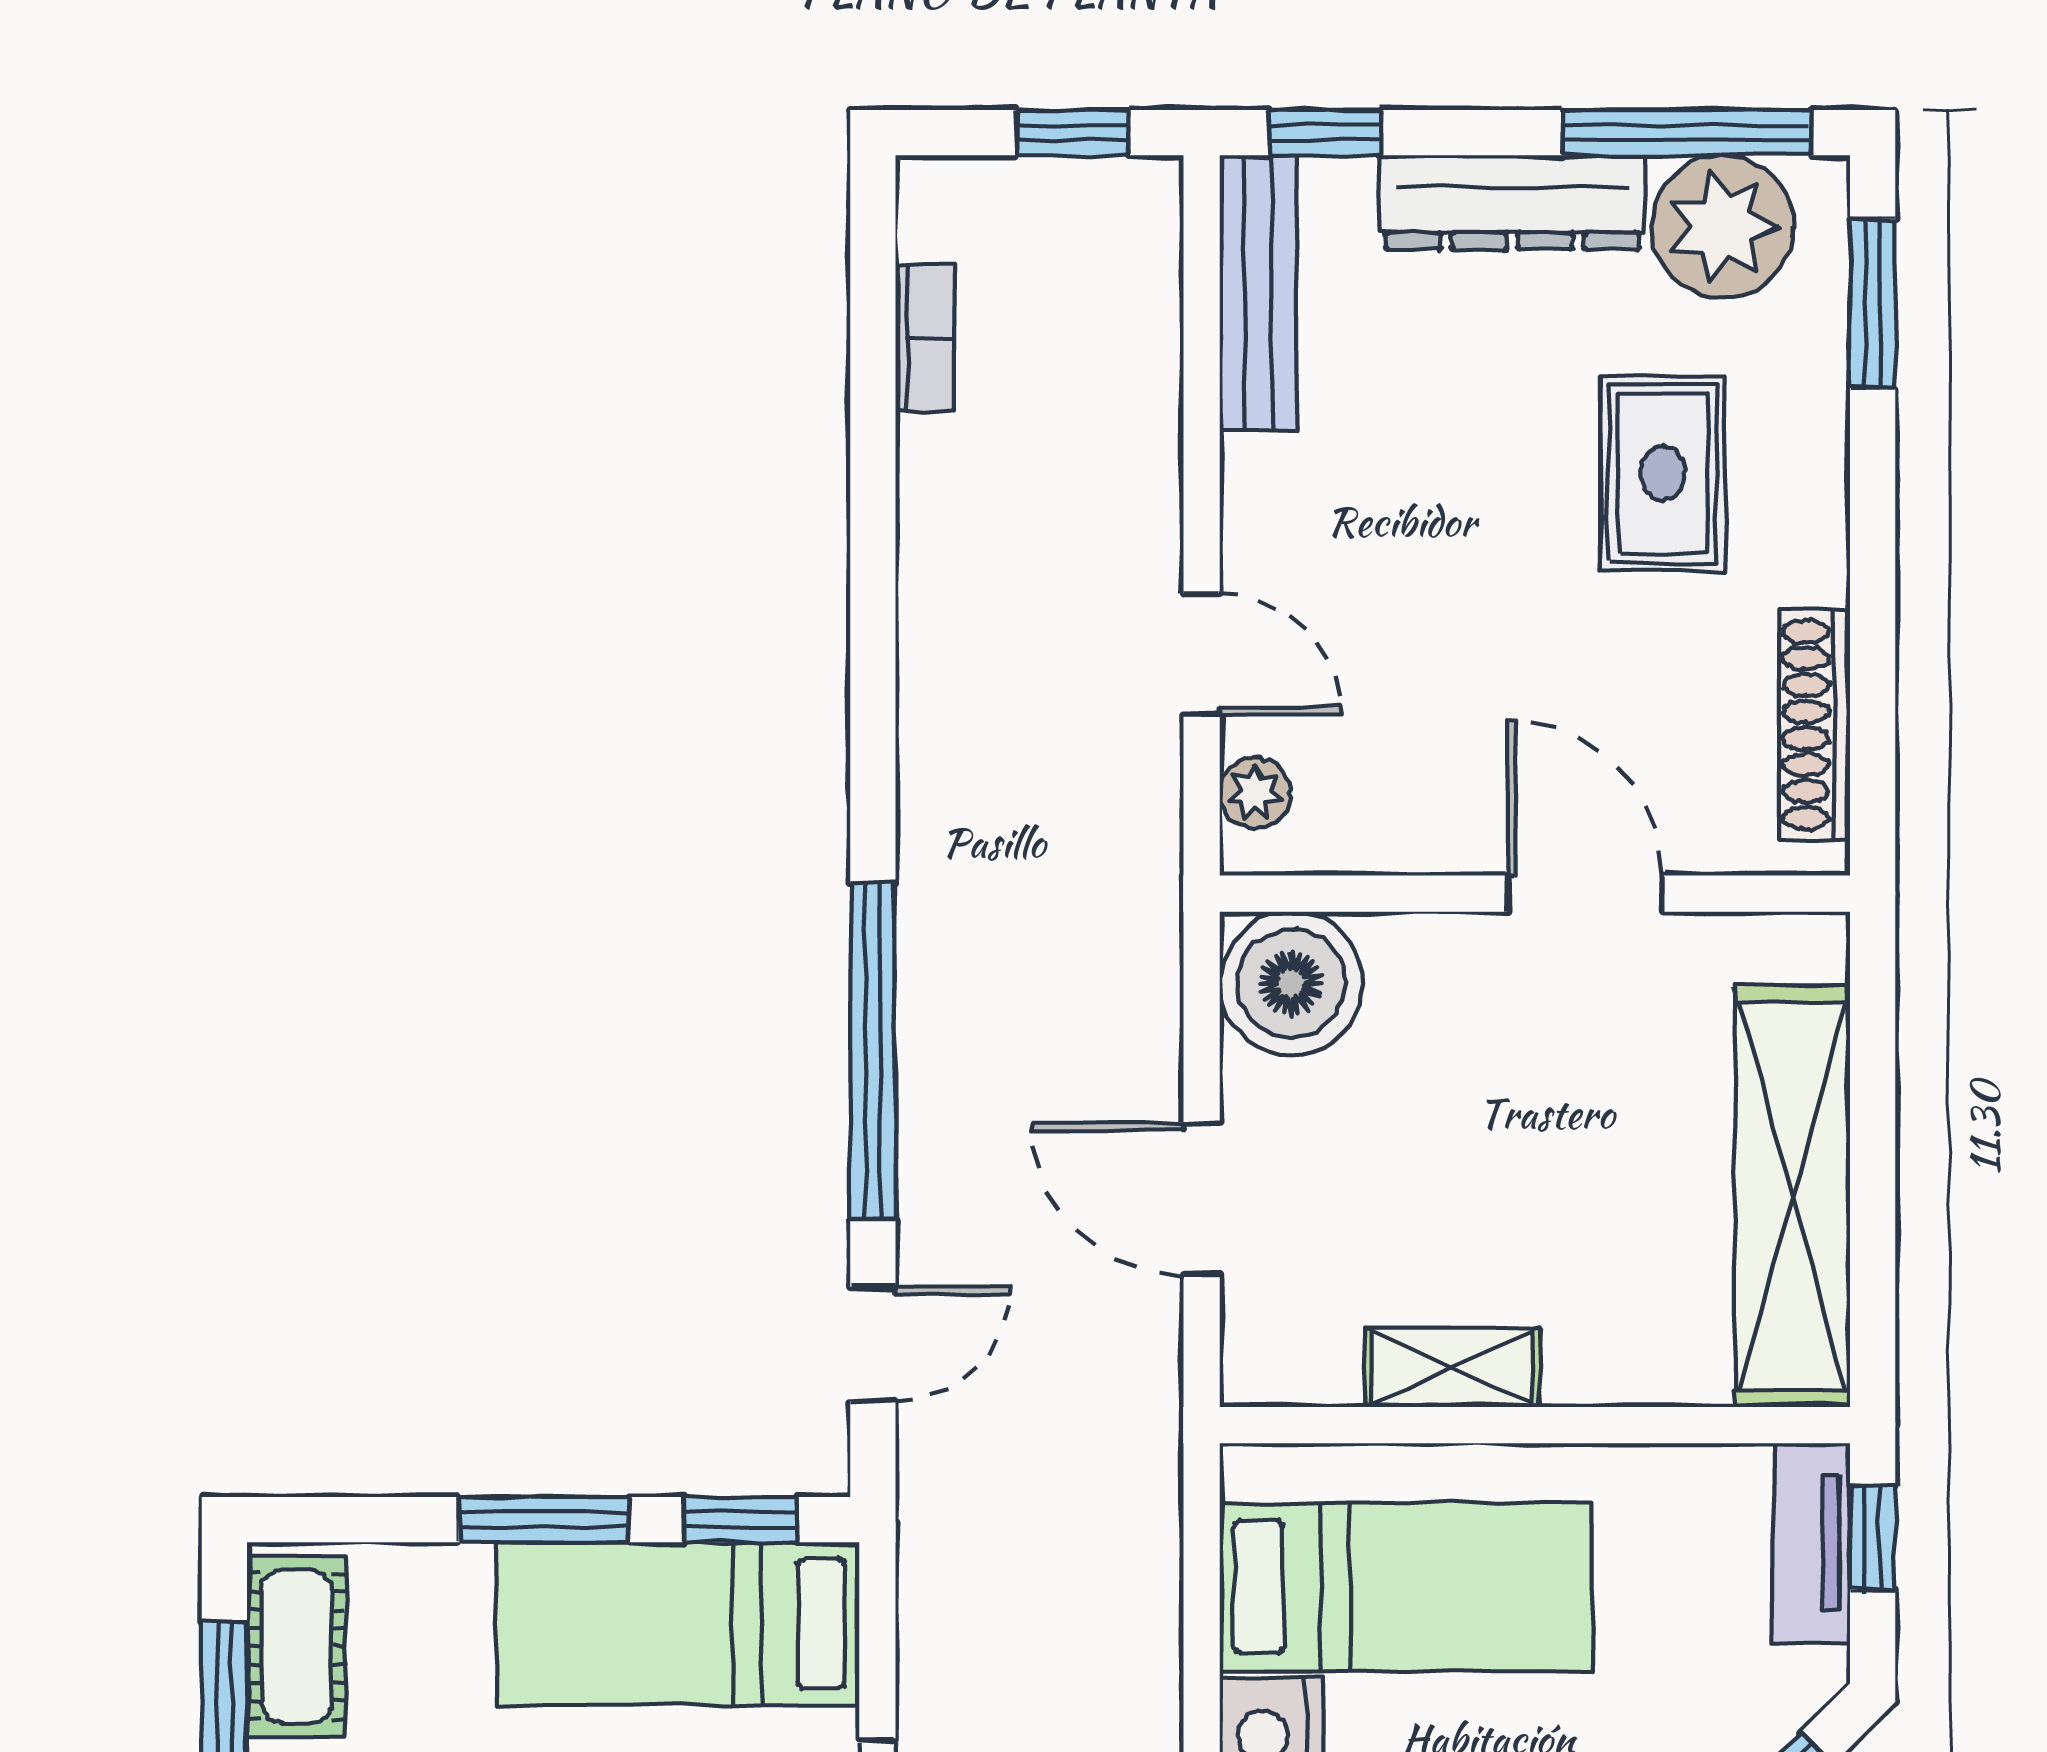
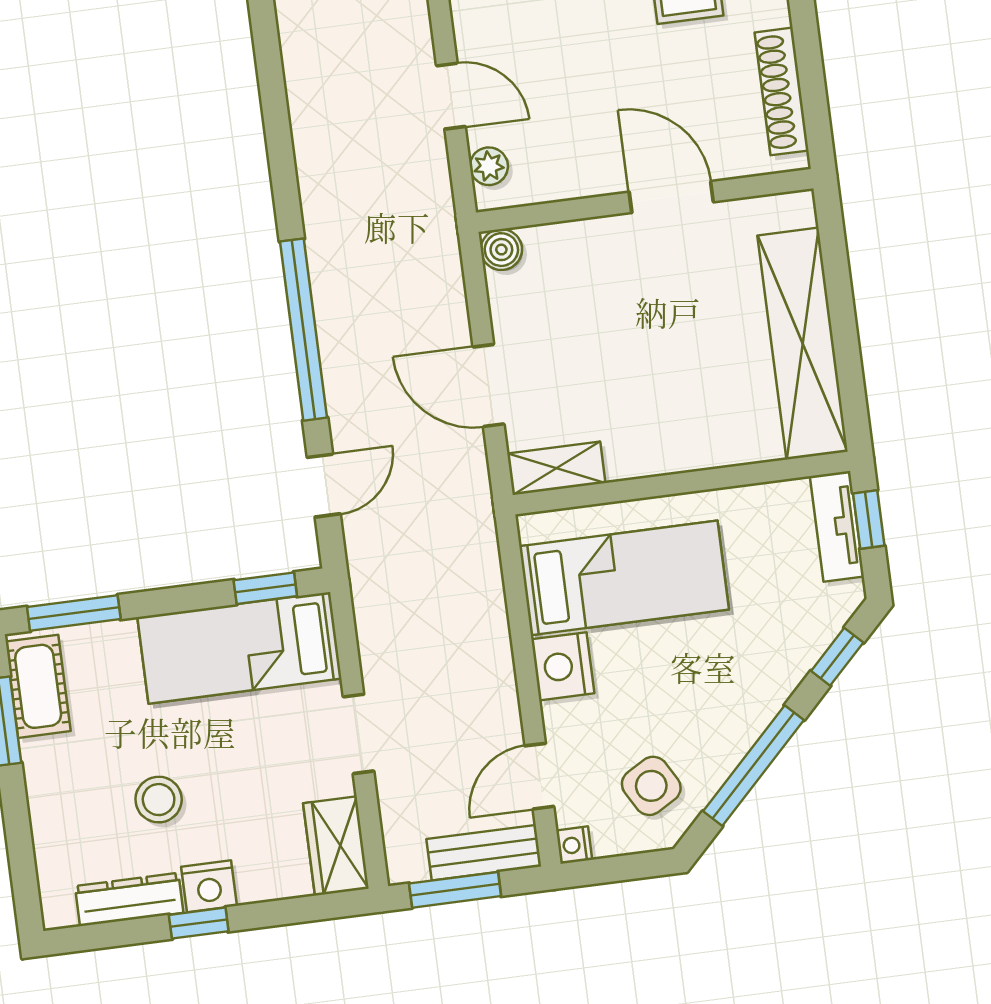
boiler: (1291, 983) -> (501, 250), width x0.54, depth x0.54
shelving: (1452, 1368) -> (556, 468), moved
window: (544, 1520) -> (74, 613), moved

